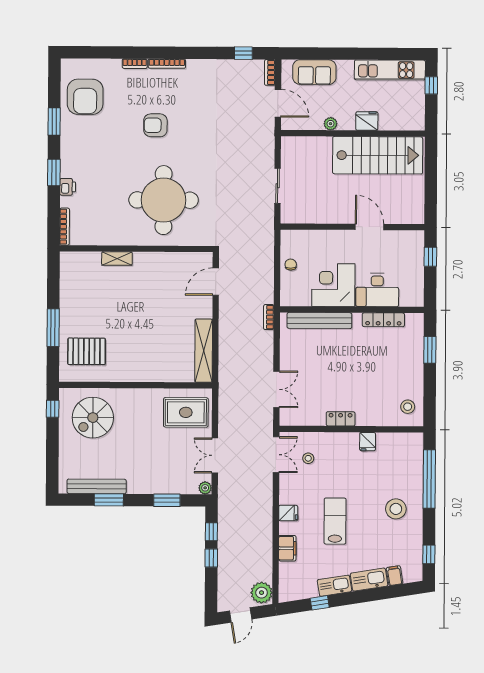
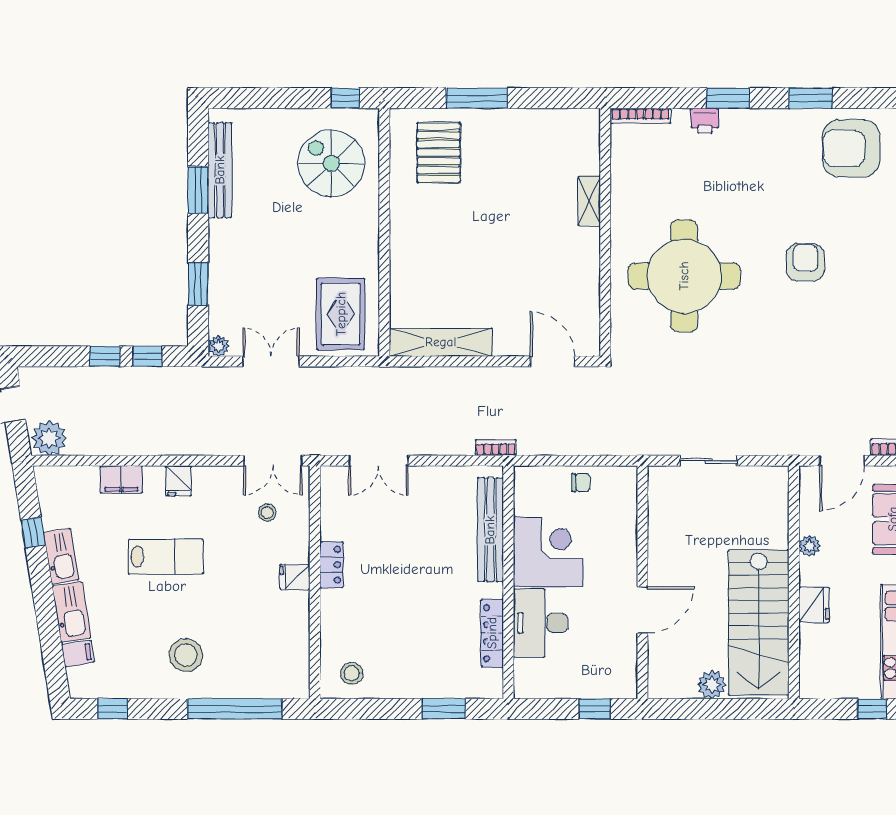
plant: (416, 184) -> (712, 685), added
fridge: (368, 442) -> (295, 577), moved

